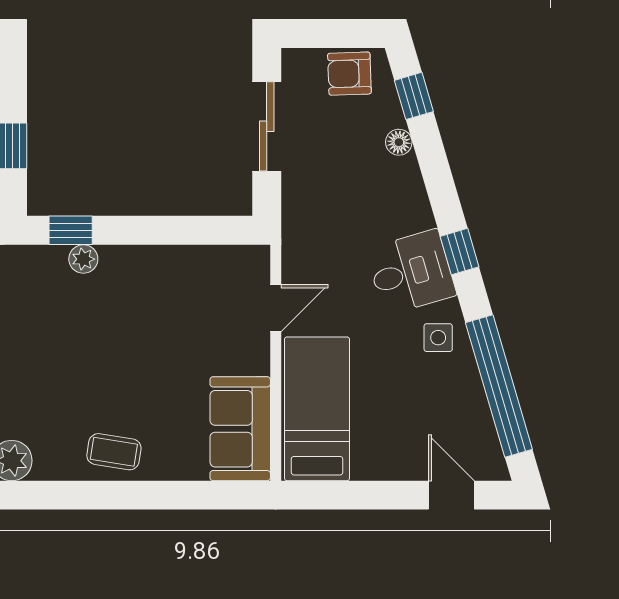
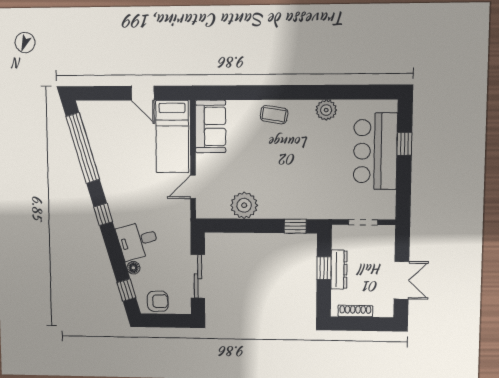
plant: (83, 259) -> (244, 205), moved, width x1.87, depth x1.87
desk: (411, 272) -> (138, 241), moved
side table: (438, 338) -> (113, 172), removed
door: (451, 495) -> (143, 93), moved

